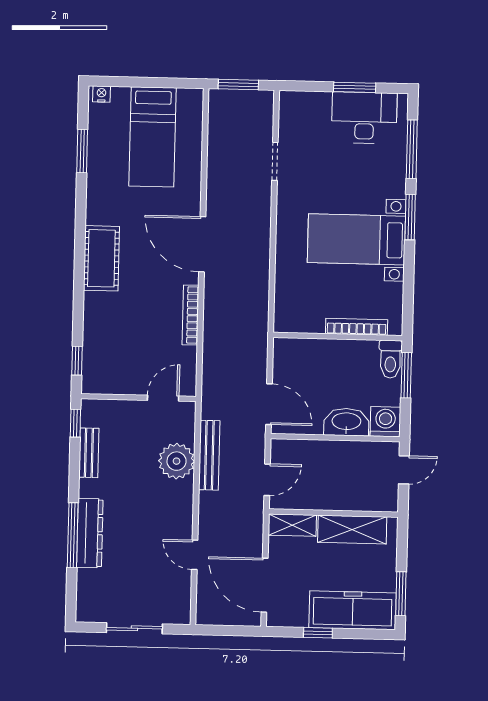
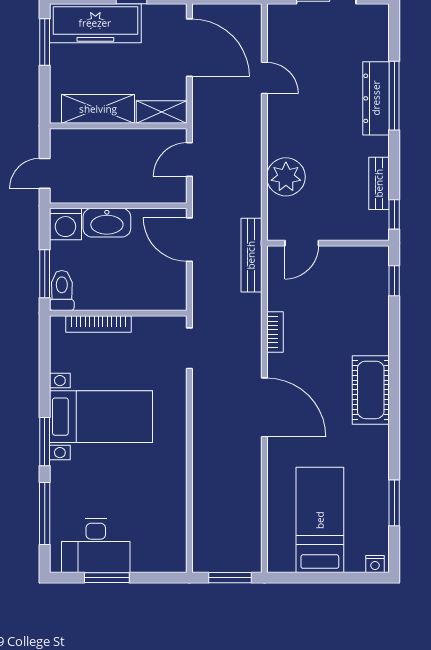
doorway: (275, 161) -> (189, 348), moved
bookcase: (190, 315) -> (275, 332), width x0.64
bench: (209, 455) -> (251, 255), moved

